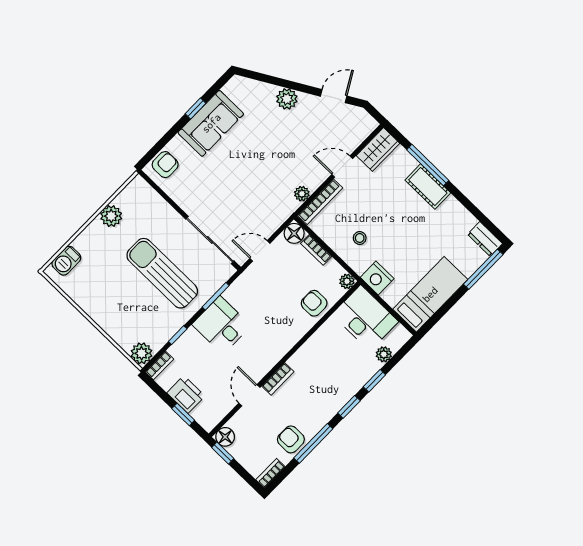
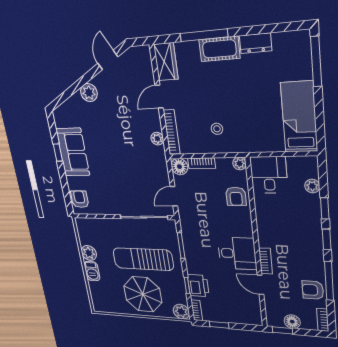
dresser: (485, 239) -> (256, 43), moved
barbecue: (66, 261) -> (92, 271), moved
nightstand: (377, 278) -> (255, 142), removed
parasol: (121, 303) -> (143, 294), added
armchair: (314, 303) -> (236, 196), turned -90
desk: (365, 318) -> (269, 175), width x0.73
desk: (221, 325) -> (237, 253), moved, turned 180
printer: (186, 394) -> (198, 286), moved, turned 90
window: (183, 414) -> (219, 325), moved
floor lamp: (225, 437) -> (292, 322), moved

